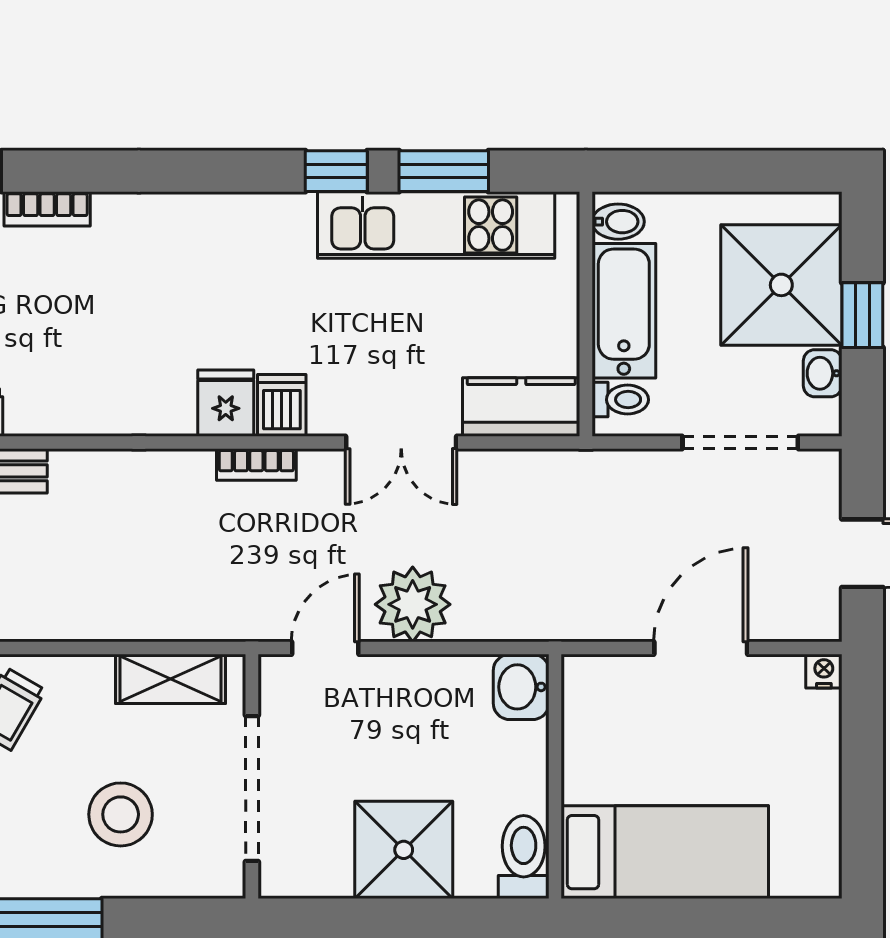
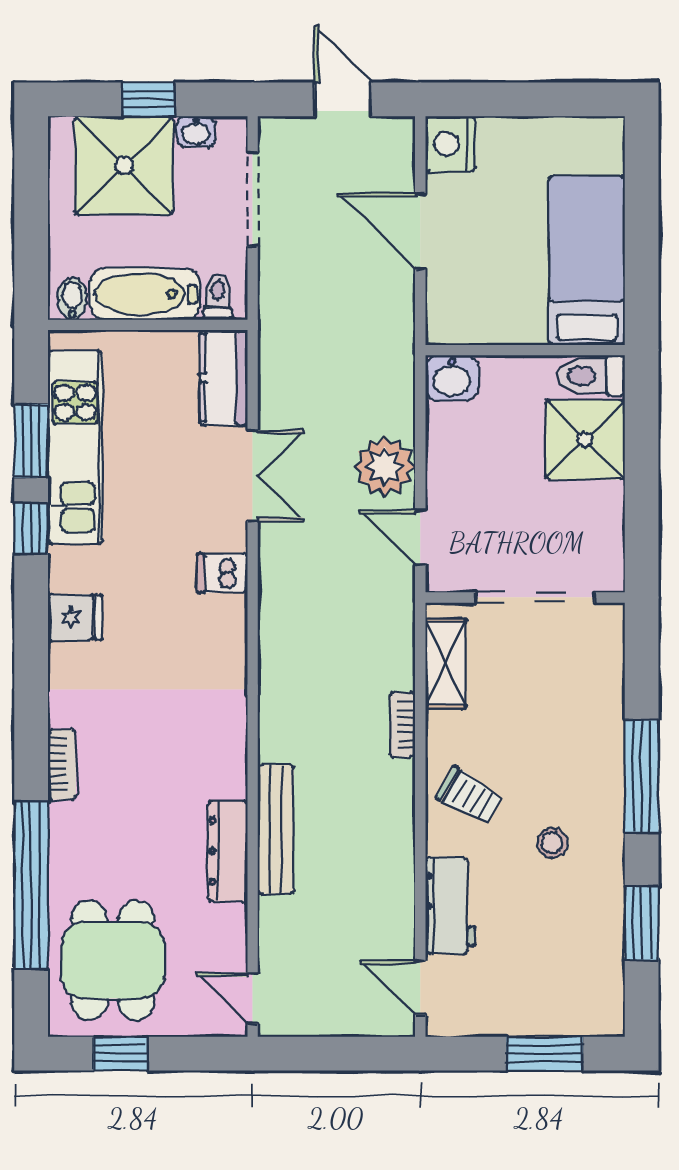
fridge: (226, 403) -> (75, 617), moved, turned 180
bookcase: (256, 465) -> (402, 725), moved, turned 180
nightstand: (824, 671) -> (450, 144), width x1.89, depth x1.79
stool: (121, 814) -> (556, 705), removed
shower: (404, 850) -> (585, 440), moved

